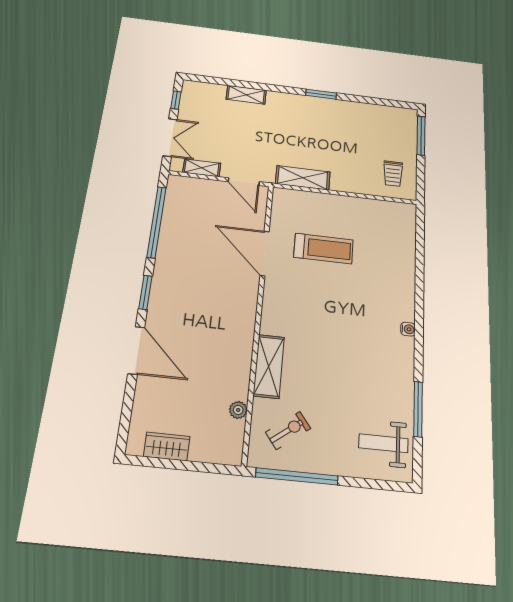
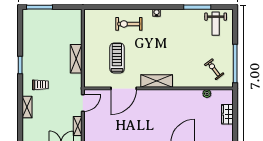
trolley: (393, 174) -> (40, 85), moved
shelving: (303, 178) -> (76, 59), moved
exercise bike: (387, 277) -> (129, 24), added
shelving: (269, 366) -> (157, 81), moved
wardrobe: (167, 446) -> (227, 114), moved

